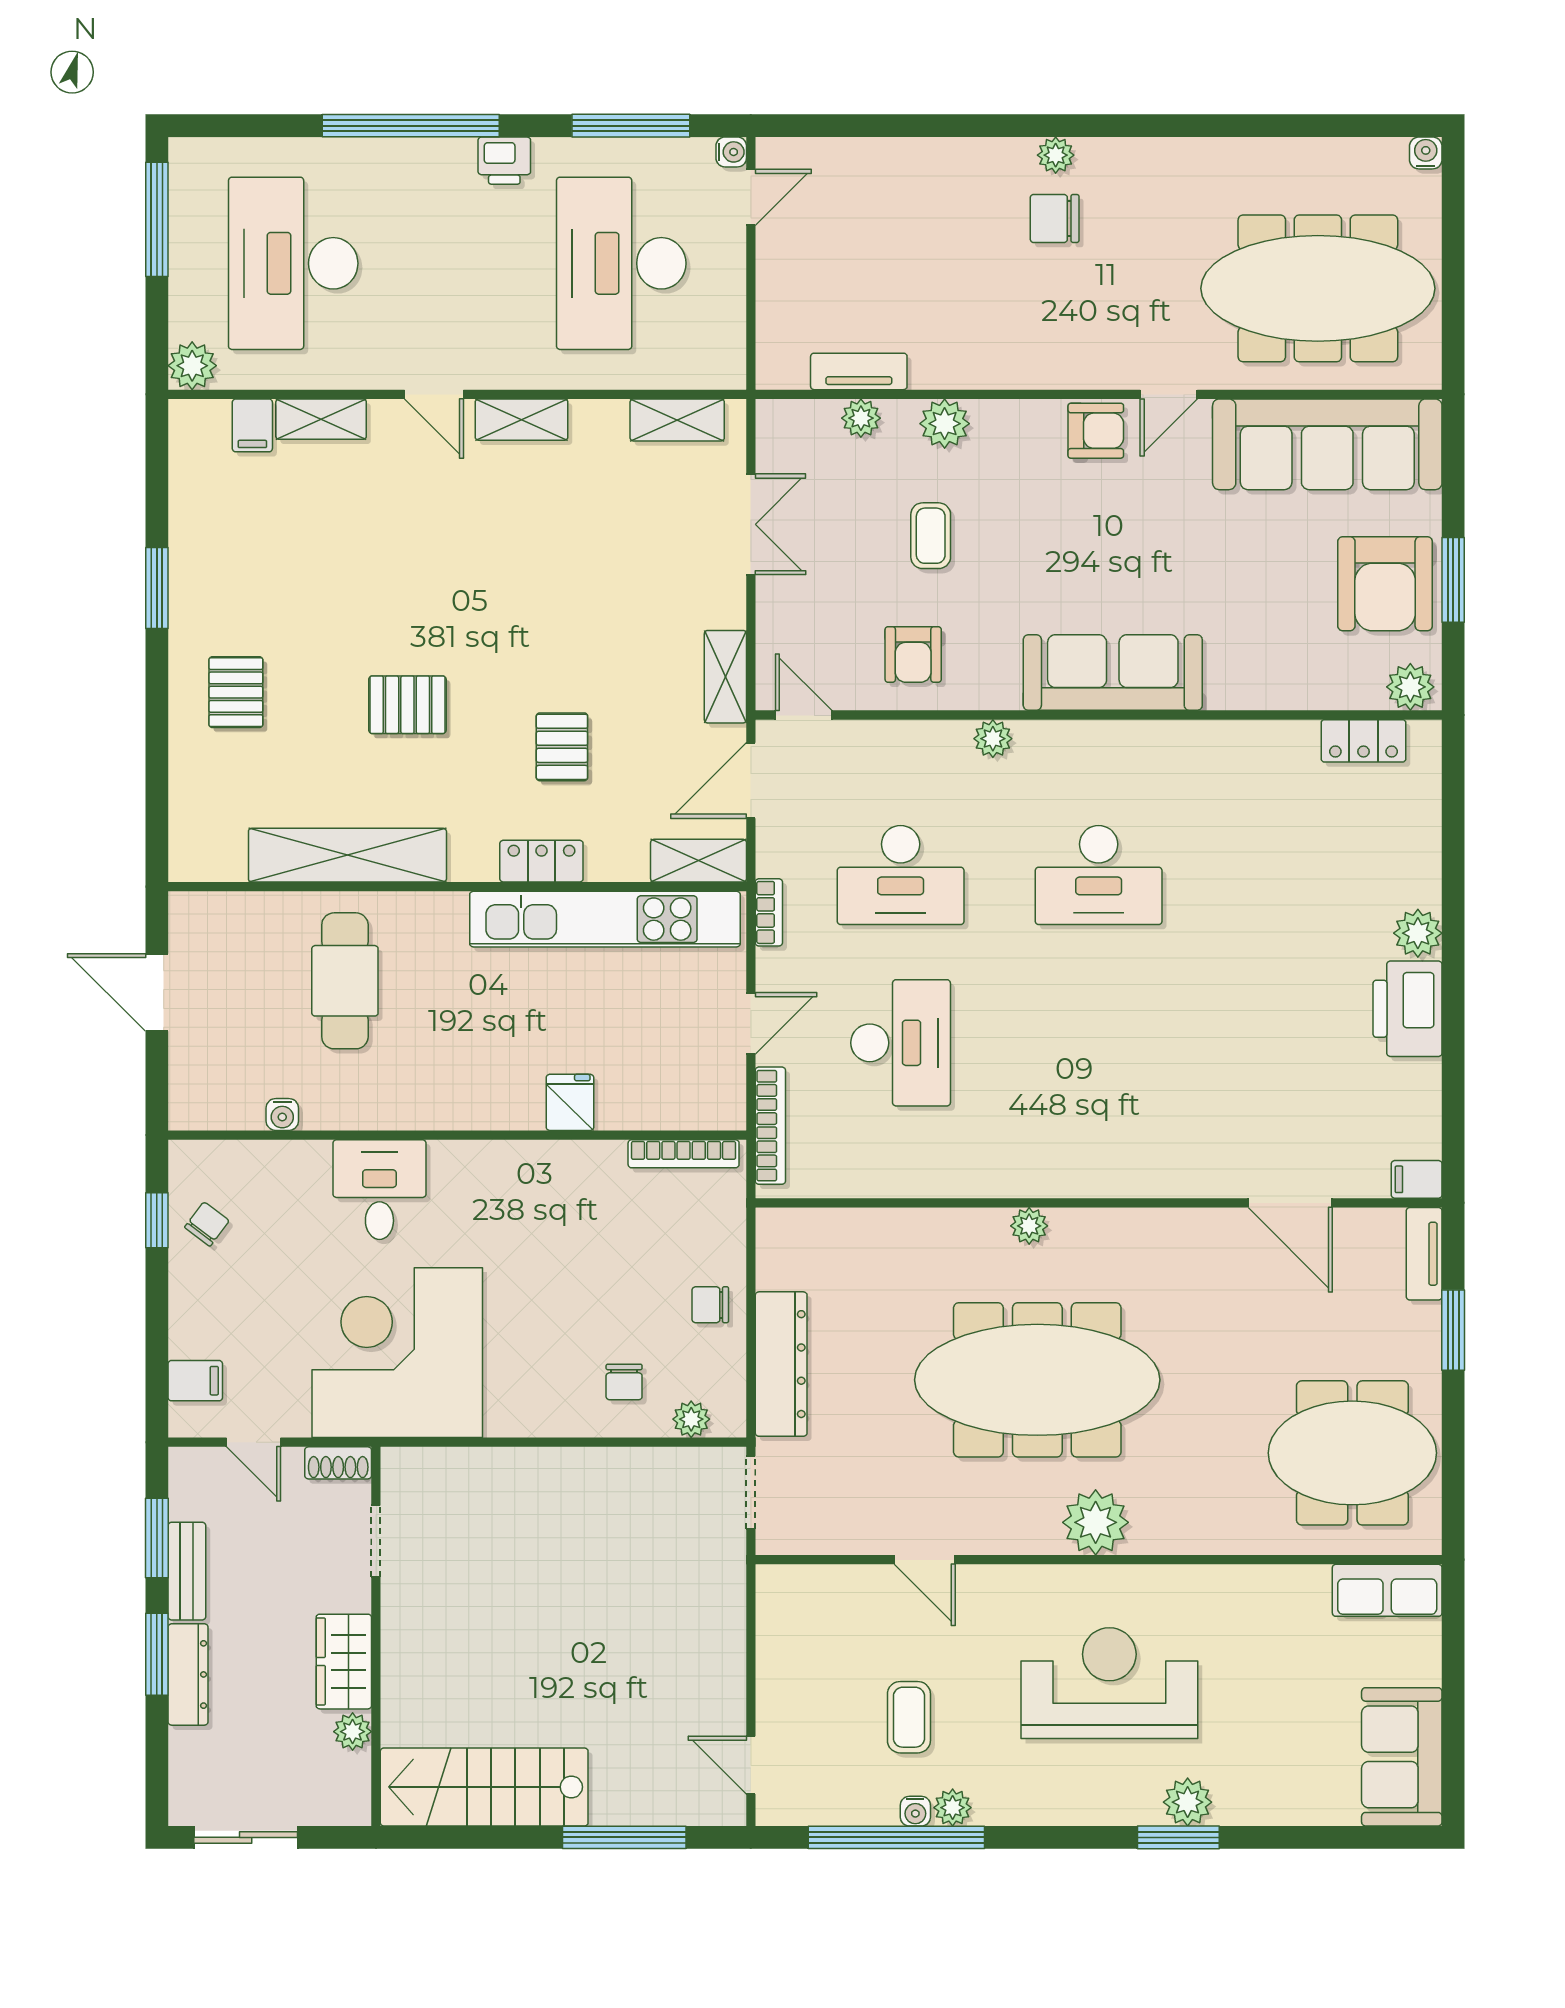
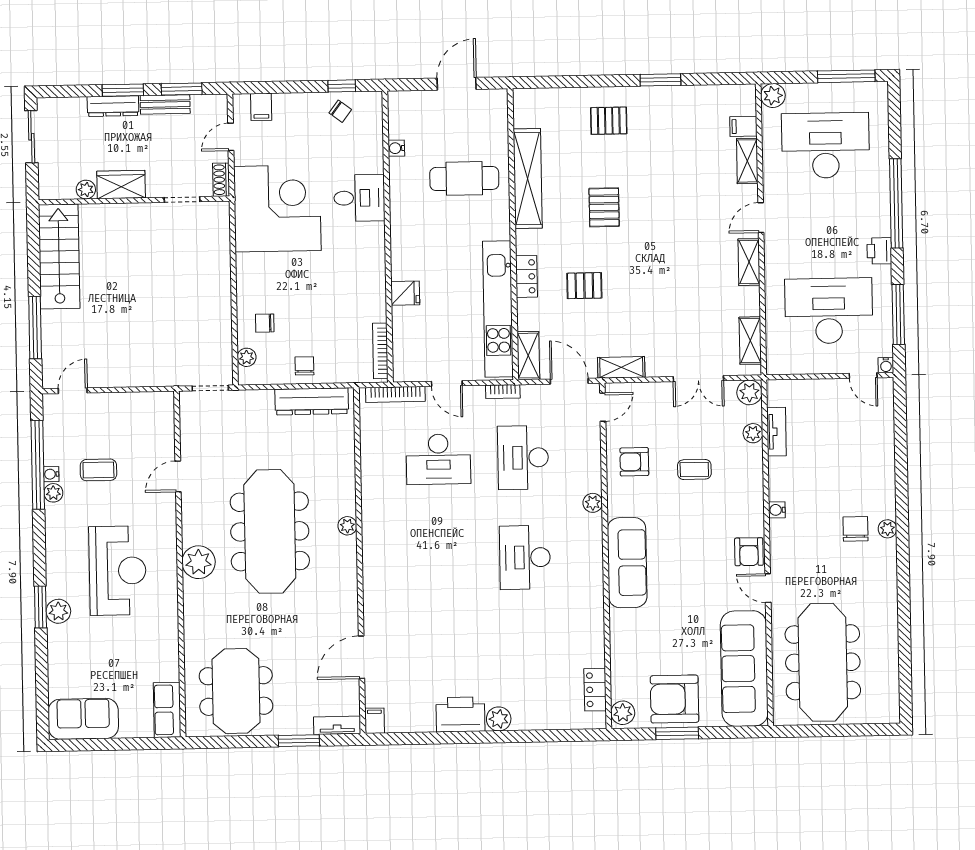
water cooler: (1426, 153) -> (777, 510), moved, turned 180
plant: (945, 424) -> (749, 392), moved
dresser: (781, 1364) -> (312, 401), moved

